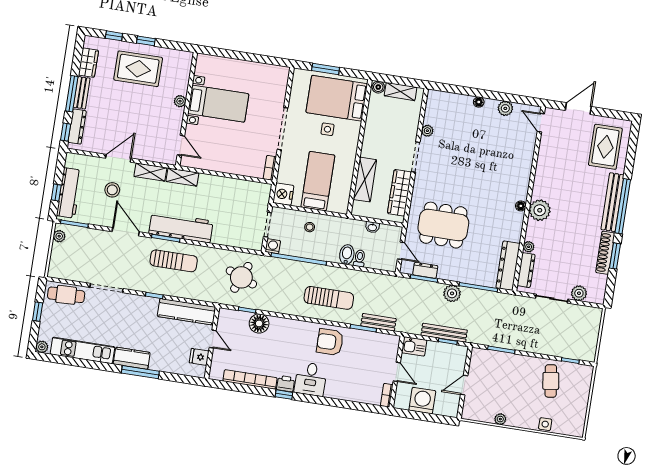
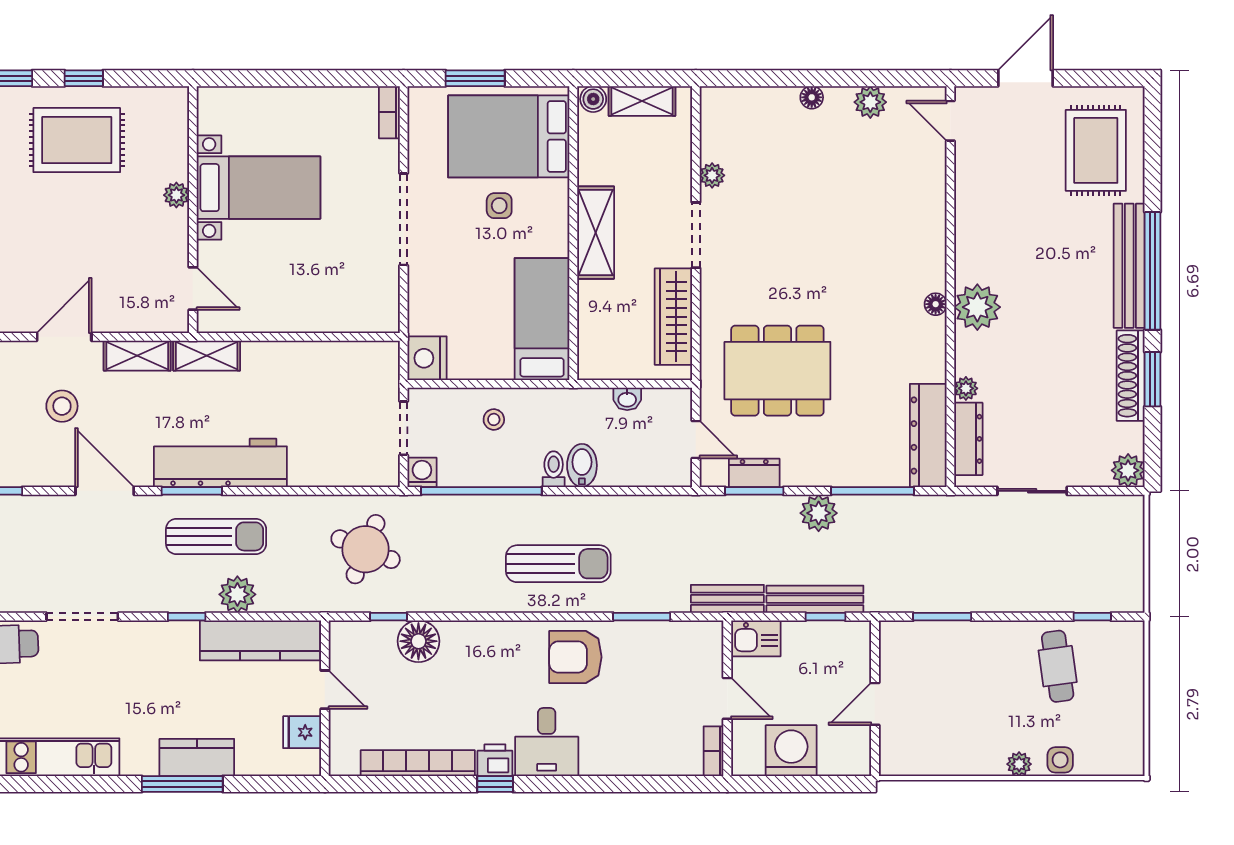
bookcase: (270, 168) -> (389, 112), moved
shelving: (365, 180) -> (596, 233), moved
bed: (318, 181) -> (542, 319), moved
toilet: (360, 258) -> (554, 469), moved
plant: (179, 289) -> (237, 594), added
plant: (579, 293) -> (1128, 470), moved
bench: (378, 322) -> (727, 599), moved
kitchen counter: (132, 358) -> (197, 758), moved
plant: (500, 419) -> (1019, 764), moved

